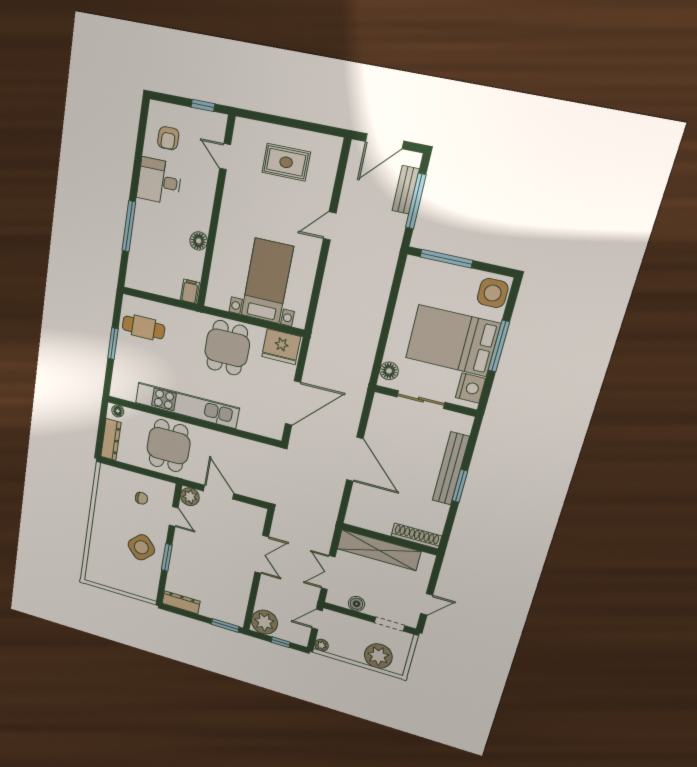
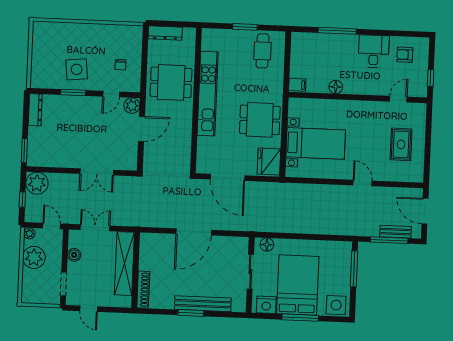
floor lamp: (118, 411) -> (191, 37), removed
side table: (141, 547) -> (77, 69), turned 38
plant: (378, 656) -> (34, 257), moved

